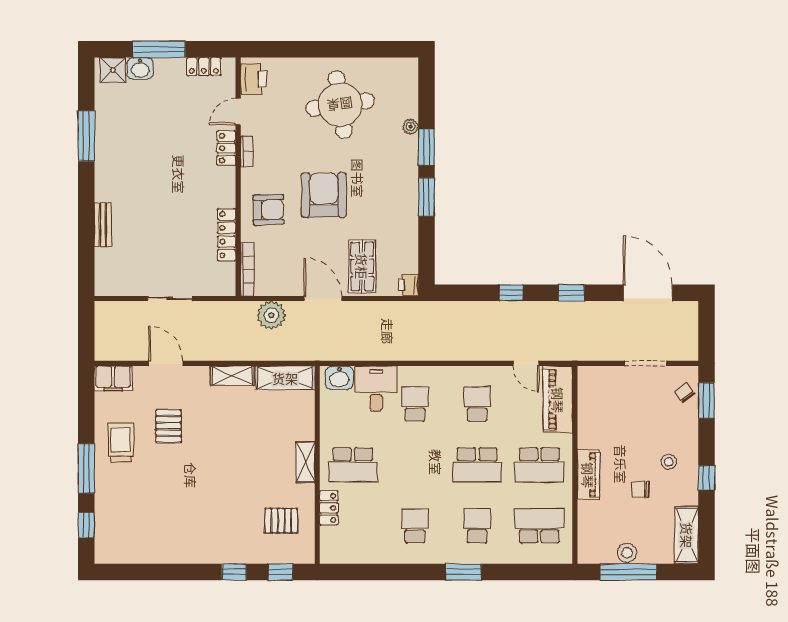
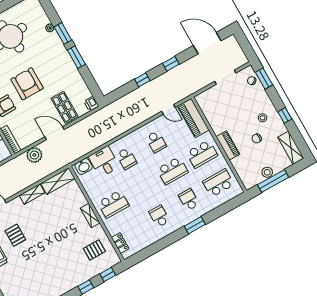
school desk: (415, 404) -> (127, 159), turned 180
school desk: (477, 404) -> (156, 142), turned 180
locker: (329, 508) -> (120, 243), moved

